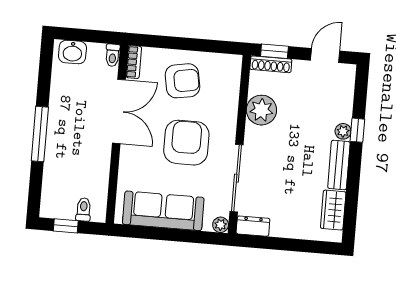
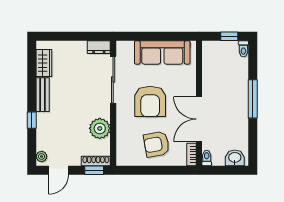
plant: (343, 131) -> (42, 156), moved
toilet: (84, 209) -> (243, 49), moved
plant: (221, 225) -> (121, 46), removed

